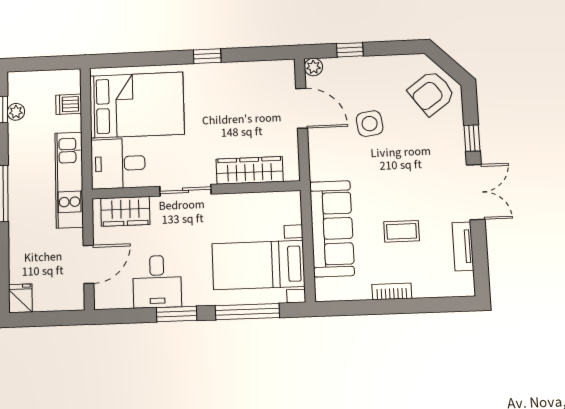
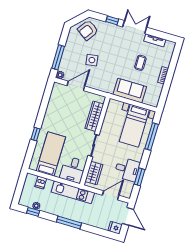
window: (350, 50) -> (58, 57), width x2.17
window: (207, 56) -> (35, 134), moved
armchair: (431, 93) -> (88, 30), turned 71
bed: (137, 105) -> (51, 154), width x0.67
sofa: (332, 229) -> (130, 91), width x0.73
door: (89, 264) -> (111, 195), hinge flipped
window: (177, 314) -> (140, 177), moved
door: (54, 318) -> (128, 216), added

